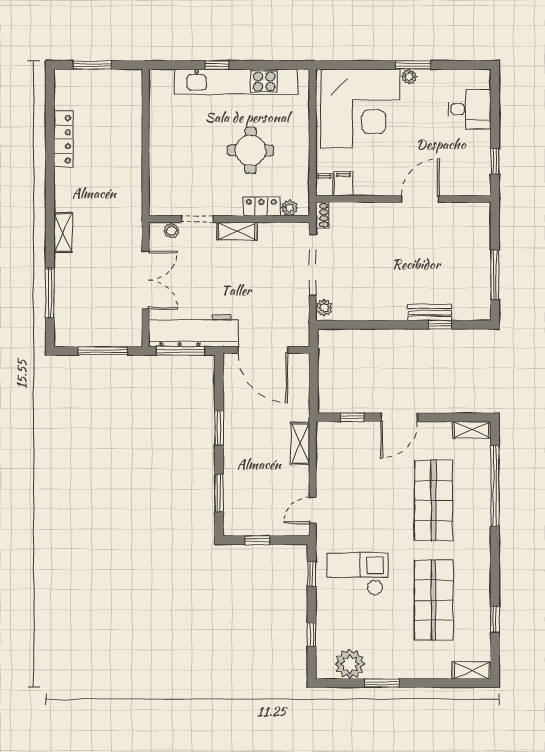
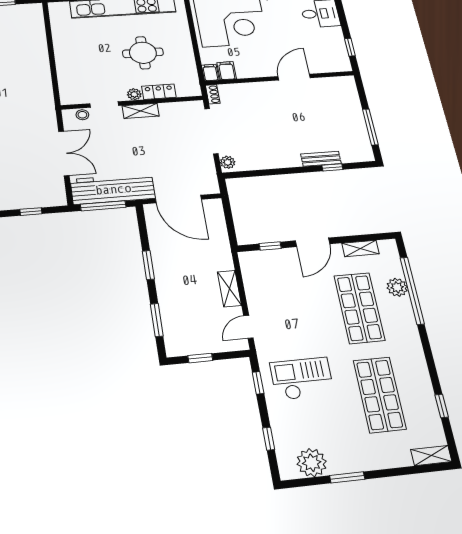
plant: (290, 208) -> (134, 94), moved
window: (103, 351) -> (31, 212), width x0.46
shelving: (472, 430) -> (360, 249), moved
shelving: (300, 443) -> (229, 289), moved
plant: (480, 480) -> (397, 287), added

